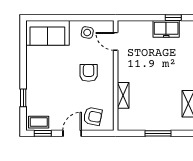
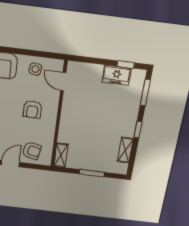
armchair: (89, 73) -> (32, 109), turned 180
shelving: (123, 95) -> (61, 155), moved

